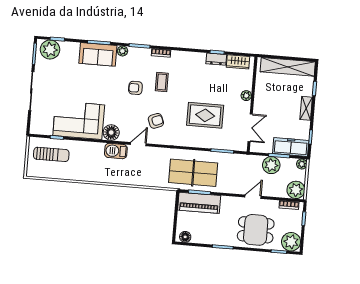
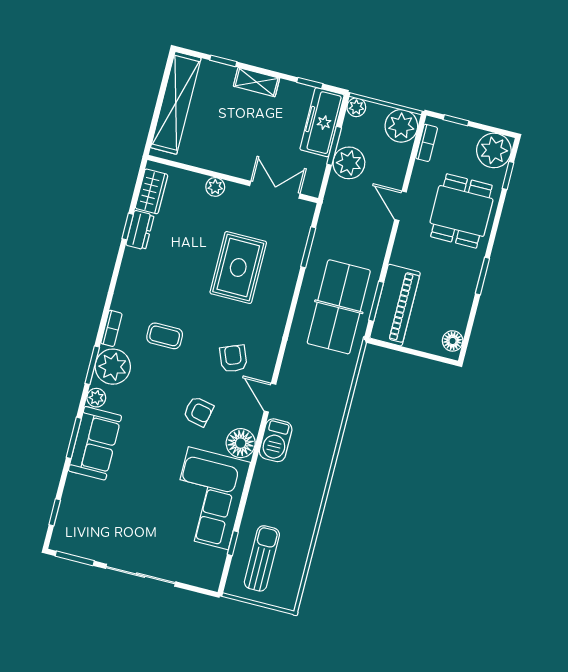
plant: (50, 50) -> (113, 367), moved
armchair: (135, 88) -> (198, 411), moved, turned -78

